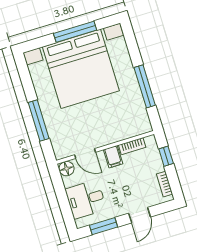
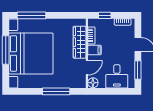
window: (145, 86) -> (31, 15), moved
wardrobe: (118, 132) -> (80, 42), added

